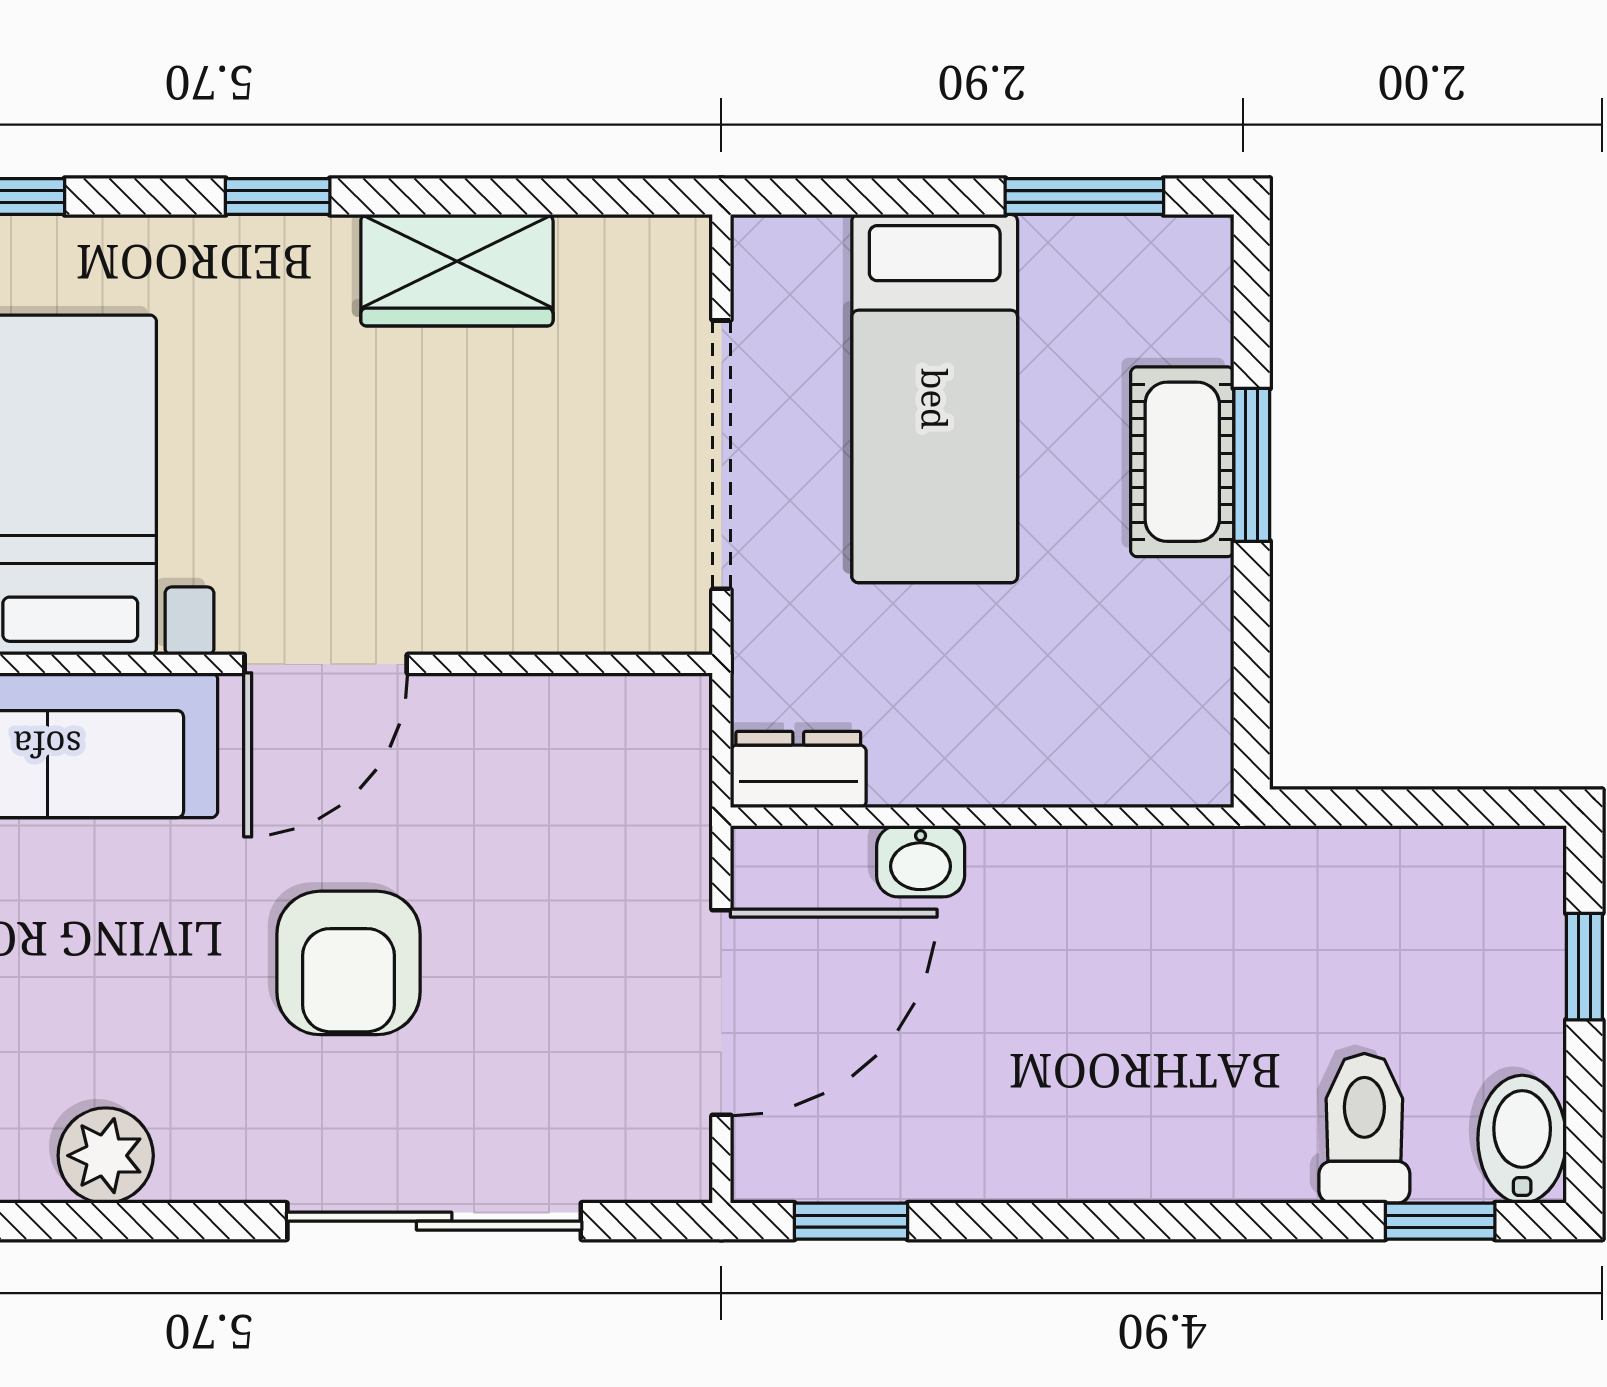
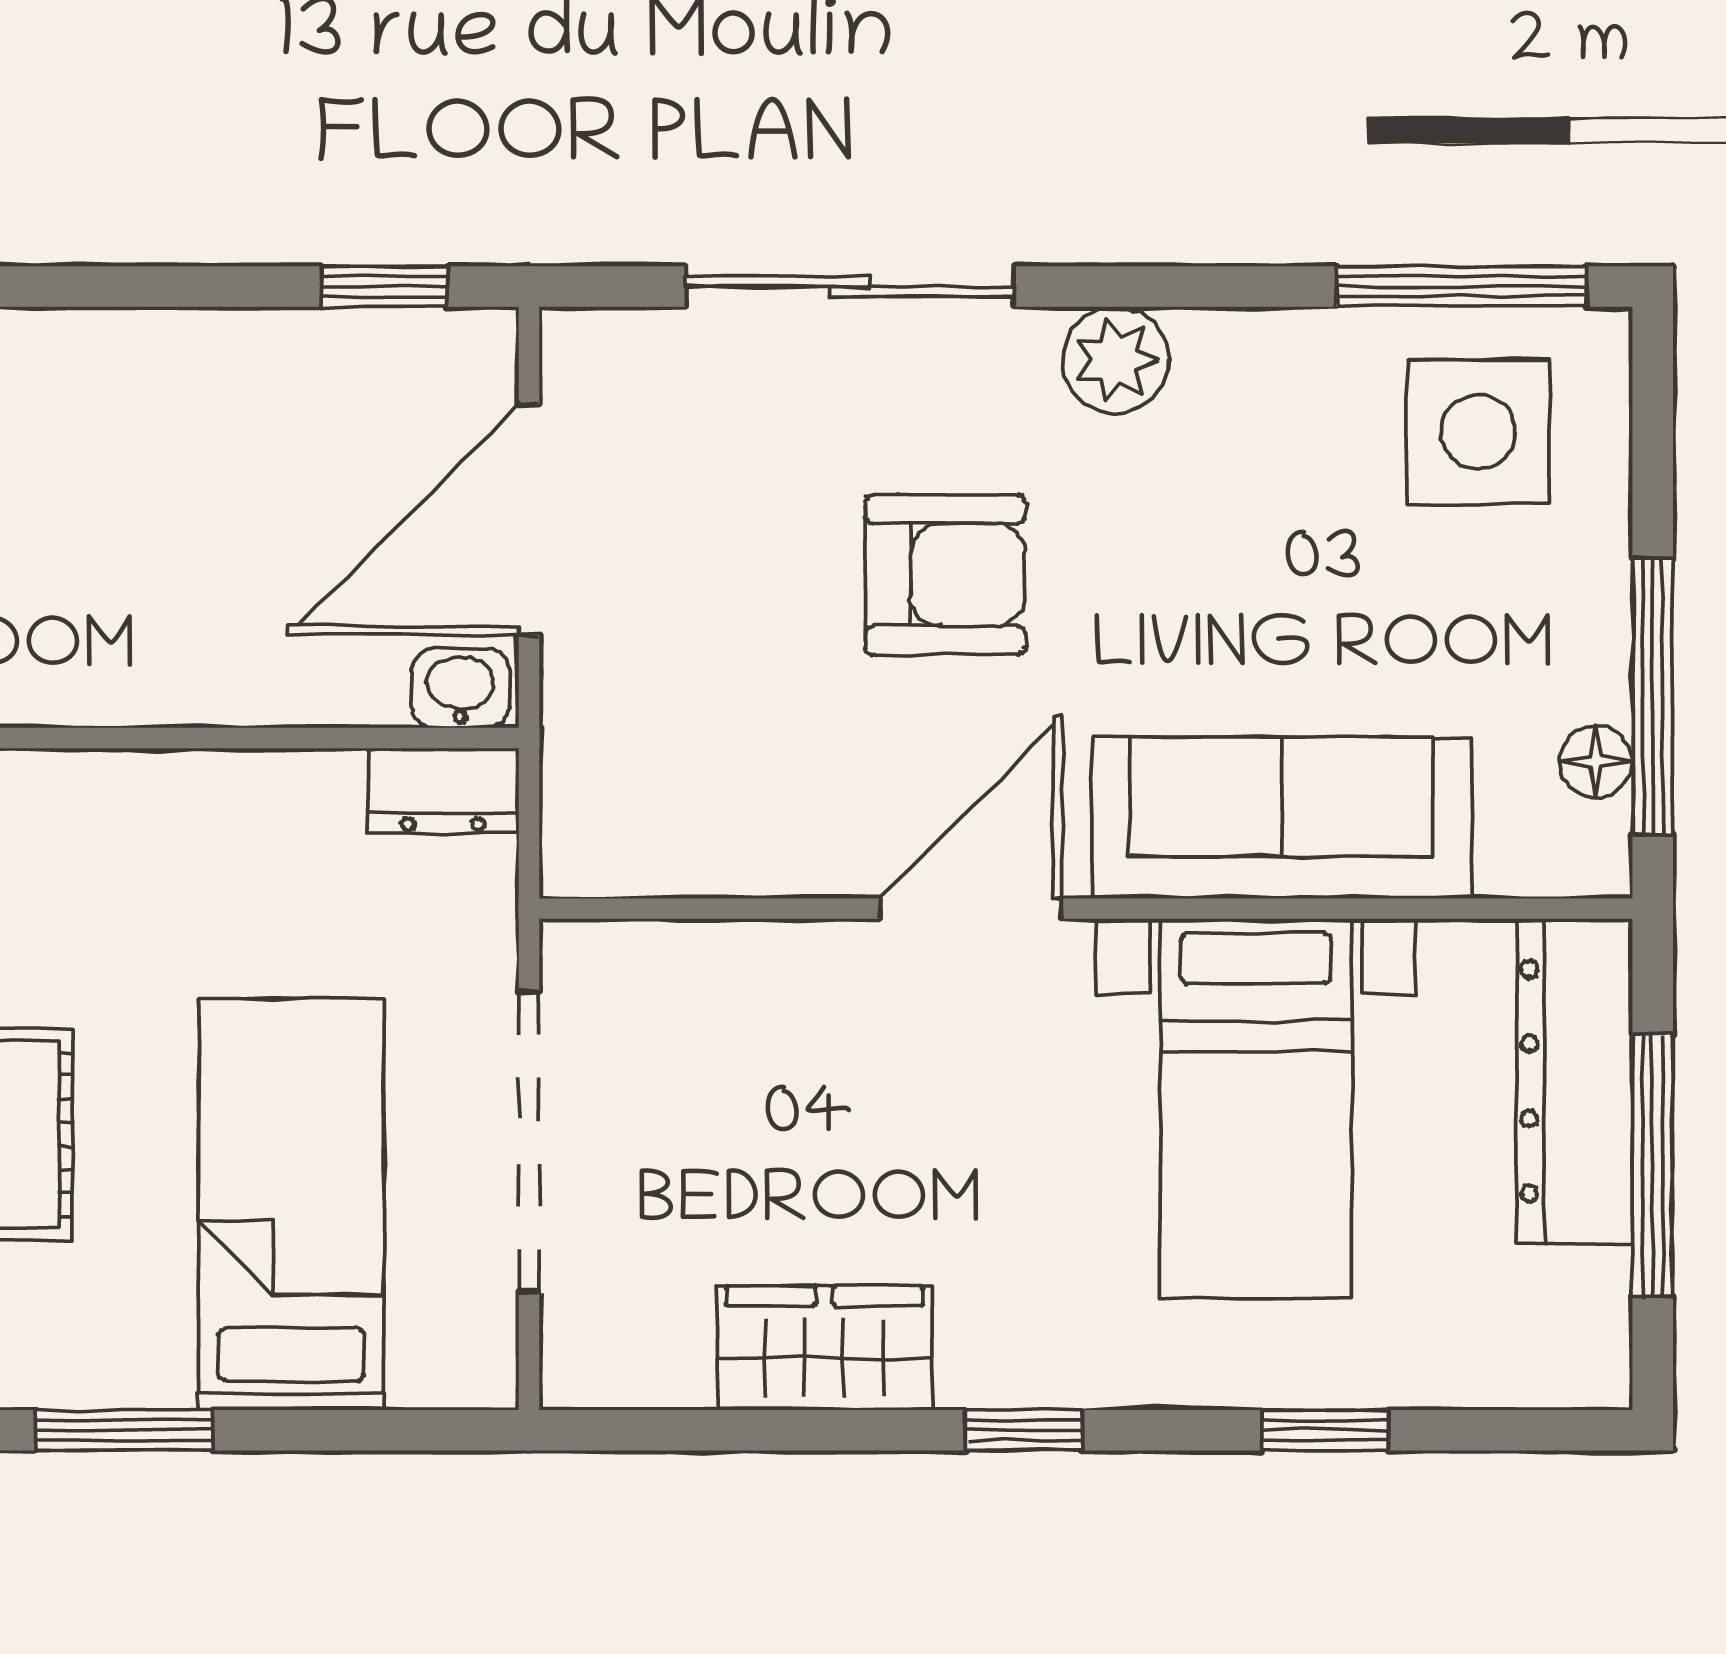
washbasin: (921, 861) -> (460, 688), moved
armchair: (348, 963) -> (945, 575), turned 90
plant: (106, 1156) -> (1116, 360), moved

